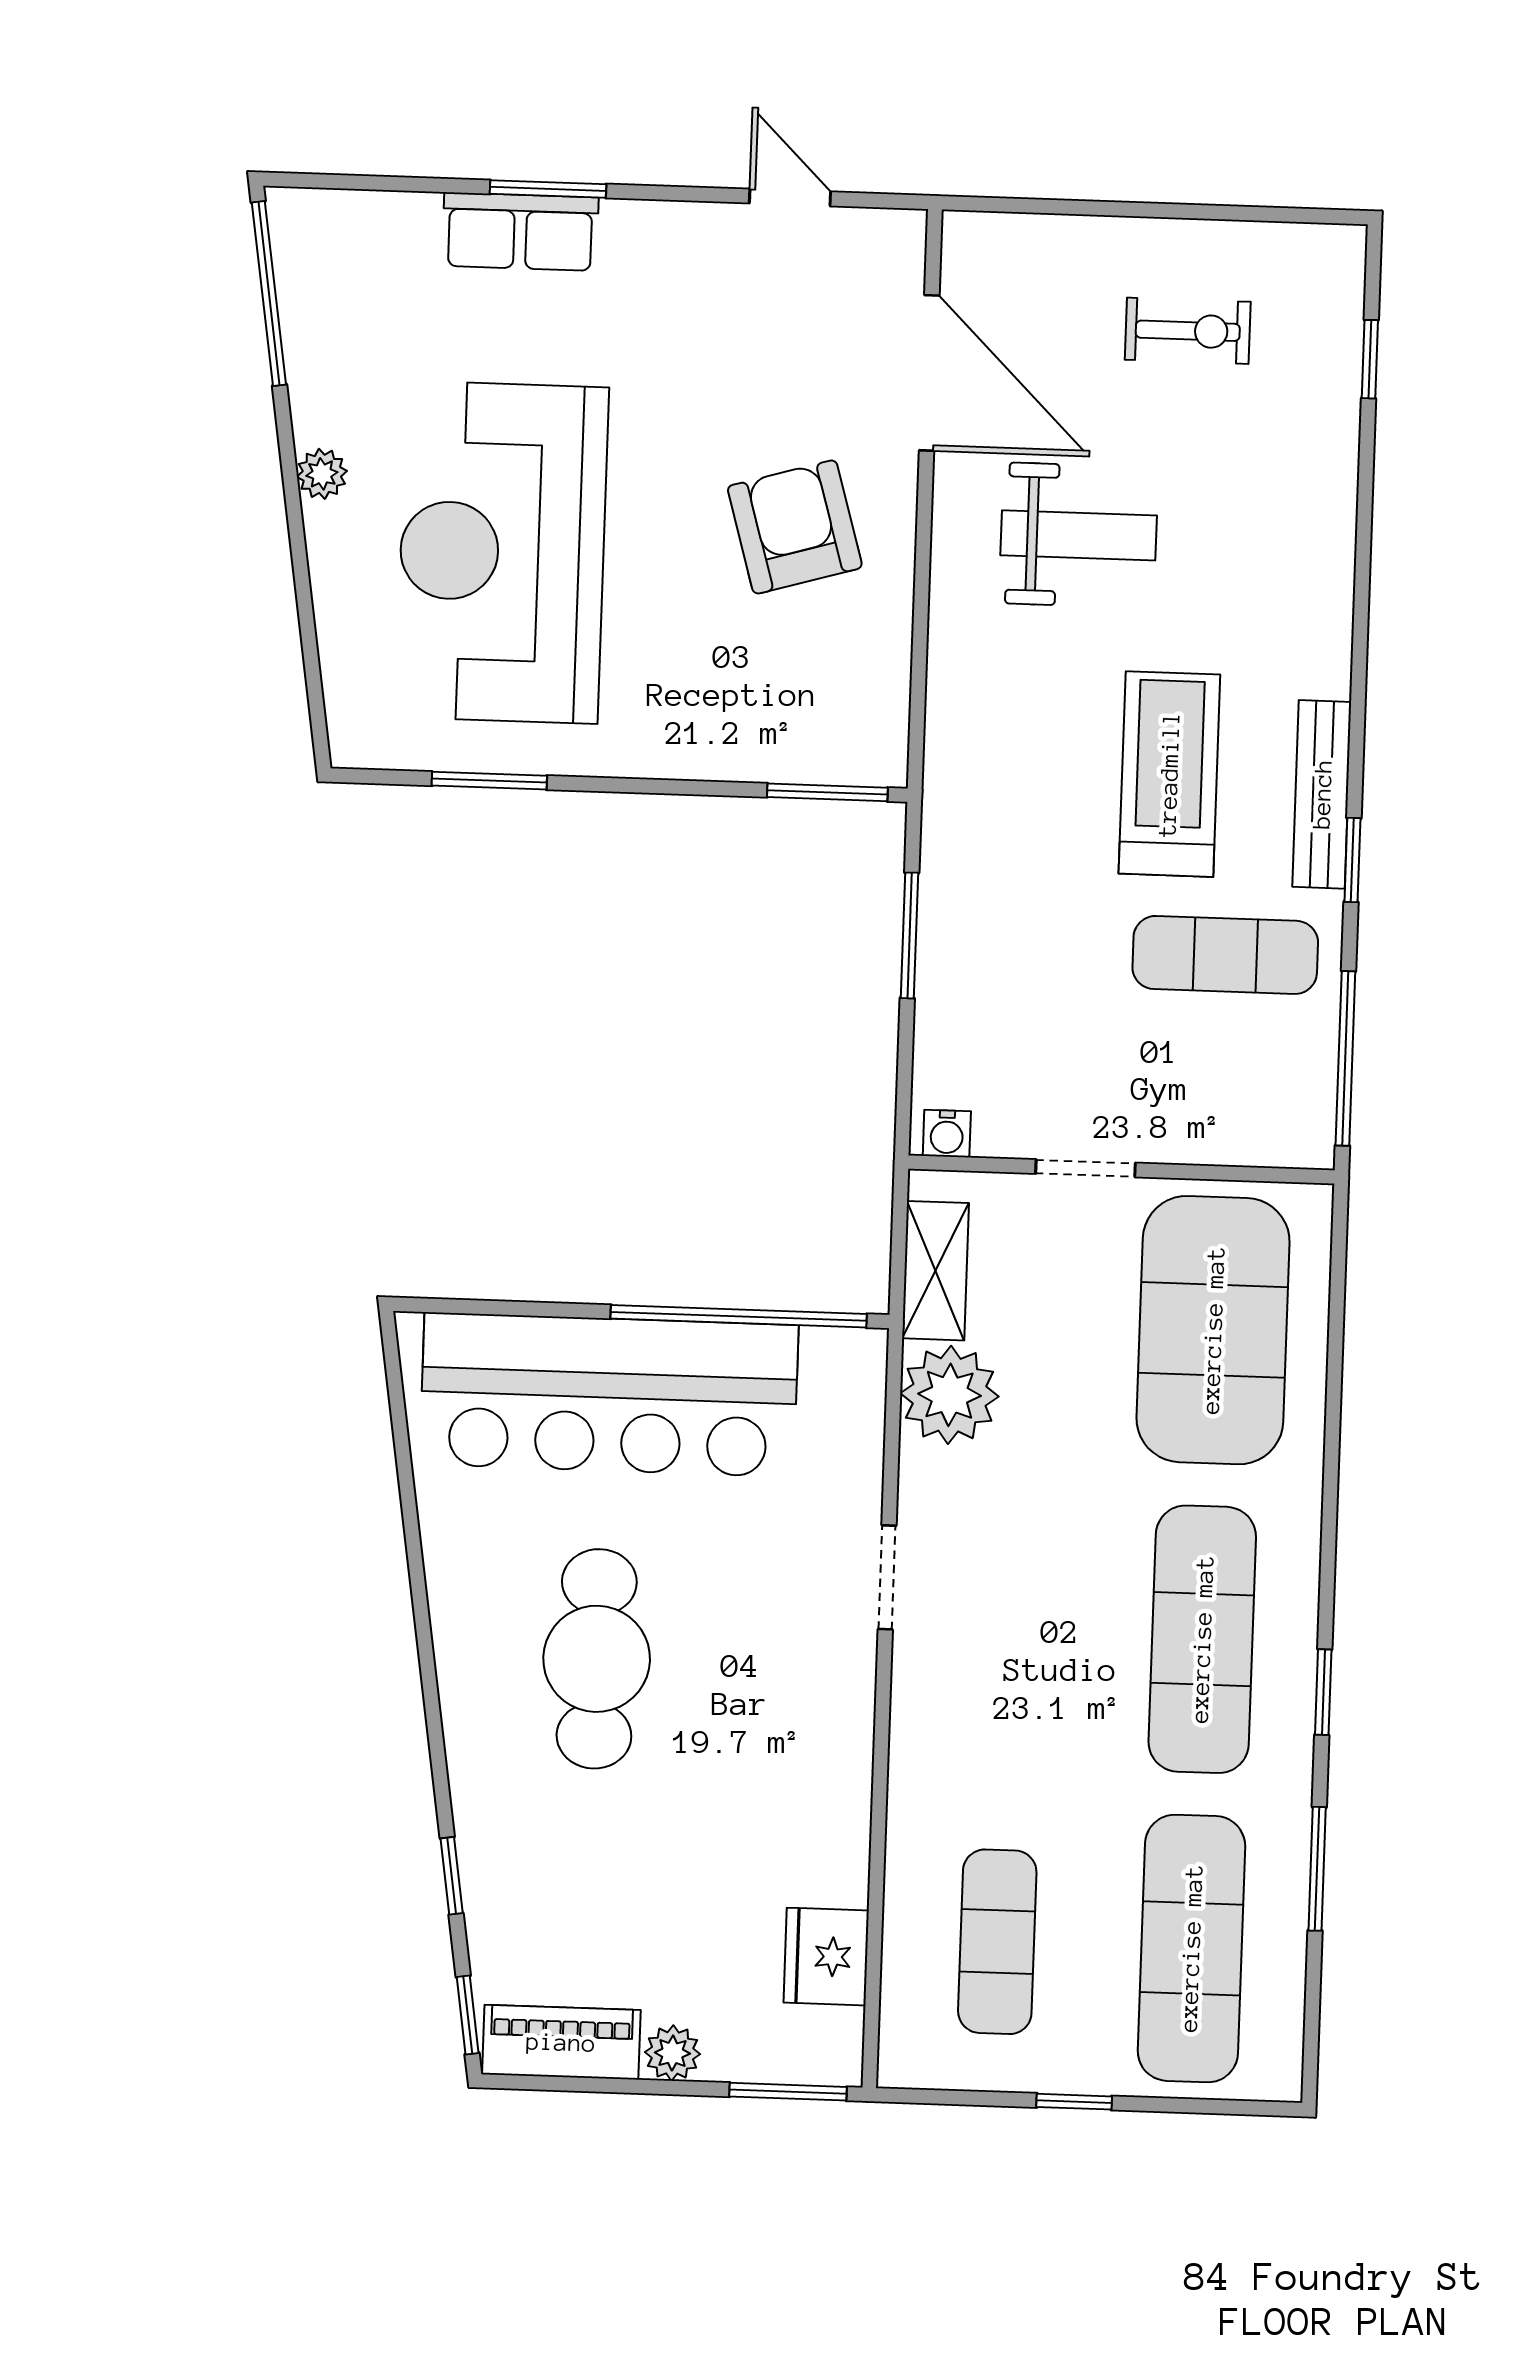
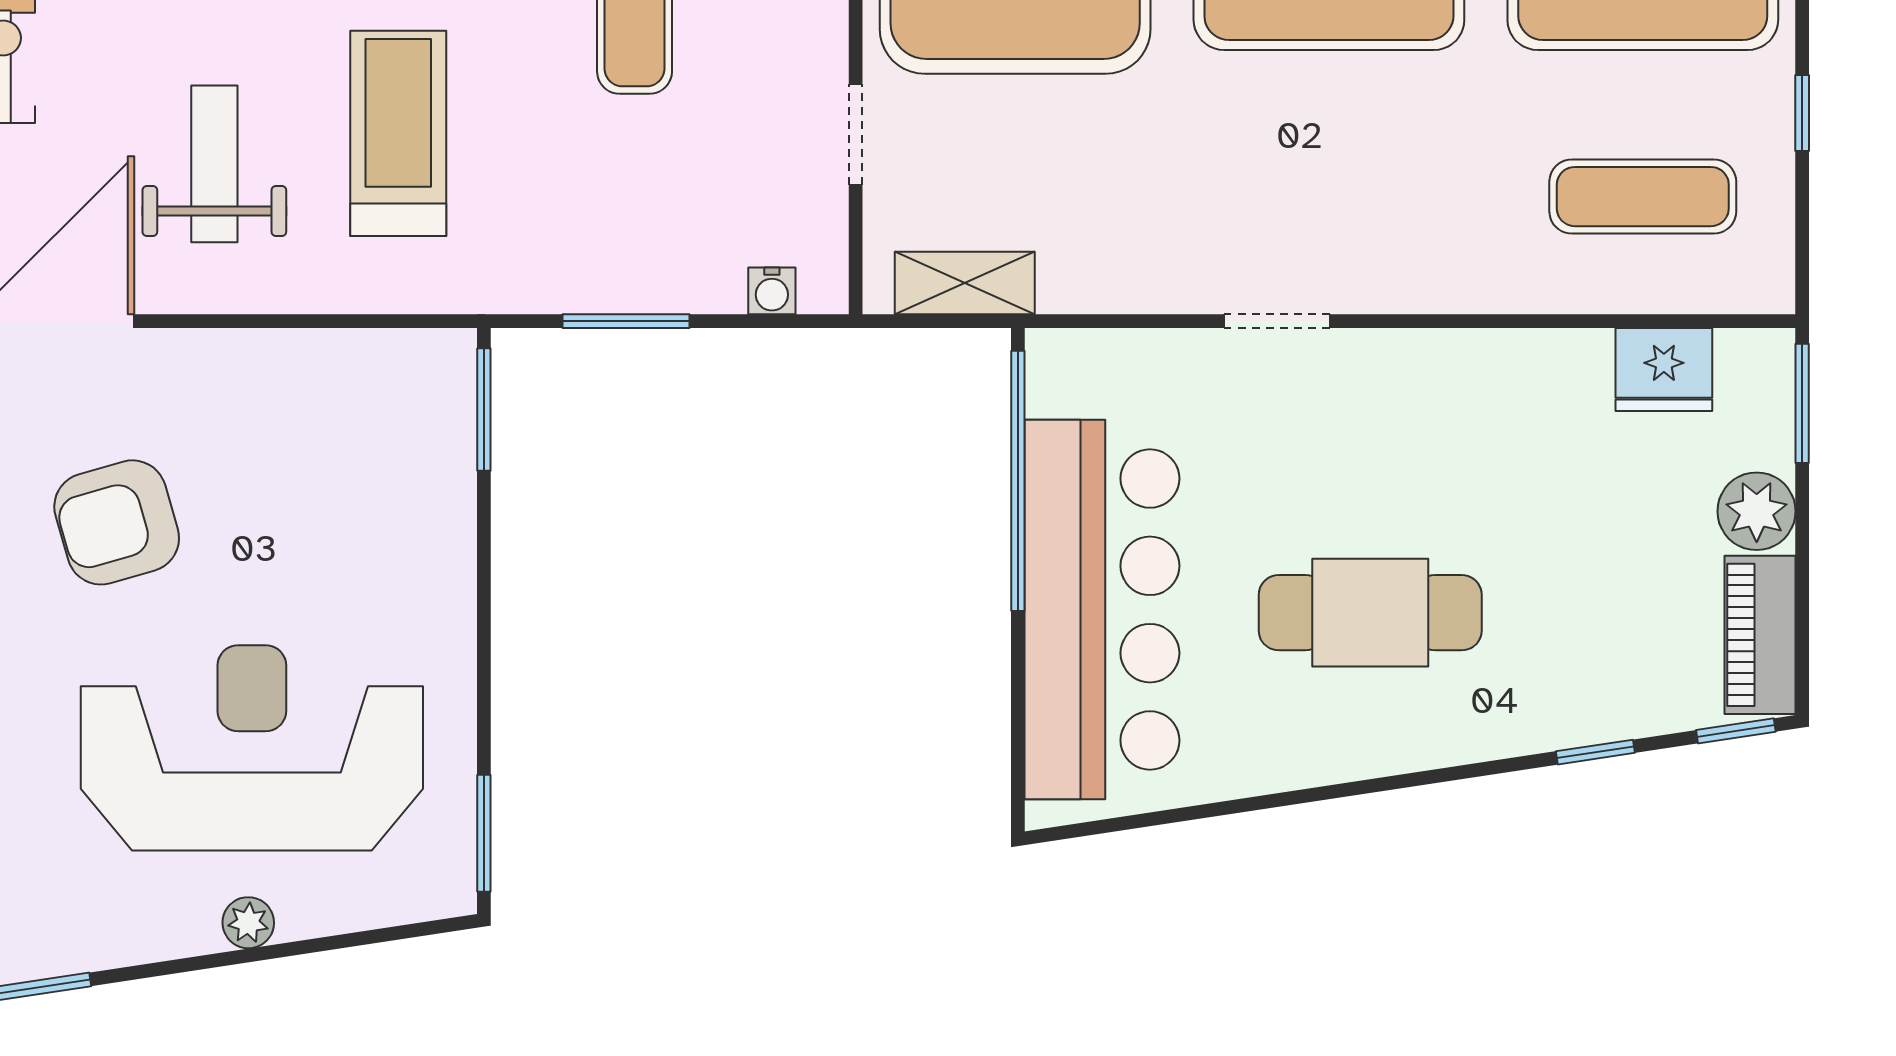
plant: (322, 474) -> (248, 923), moved
armchair: (795, 527) -> (117, 522), moved
reception desk: (502, 552) -> (252, 748), turned 180
treadmill: (1169, 774) -> (398, 133), moved, turned 90
window: (489, 781) -> (484, 833), moved
water cooler: (947, 1134) -> (772, 291), moved, turned 90
plant: (950, 1395) -> (1090, 264), removed
plant: (672, 2053) -> (1757, 511), width x1.38, depth x1.38

